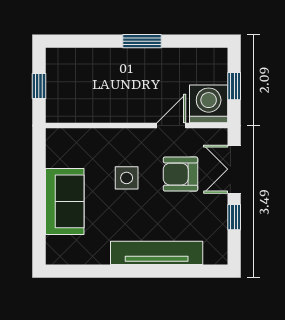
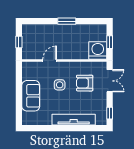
door: (171, 126) -> (50, 60), moved
double door: (234, 169) -> (110, 81), swing flipped
window: (234, 217) -> (110, 113), moved

